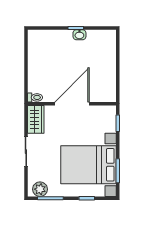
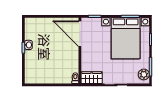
door: (72, 104) -> (80, 34), moved

